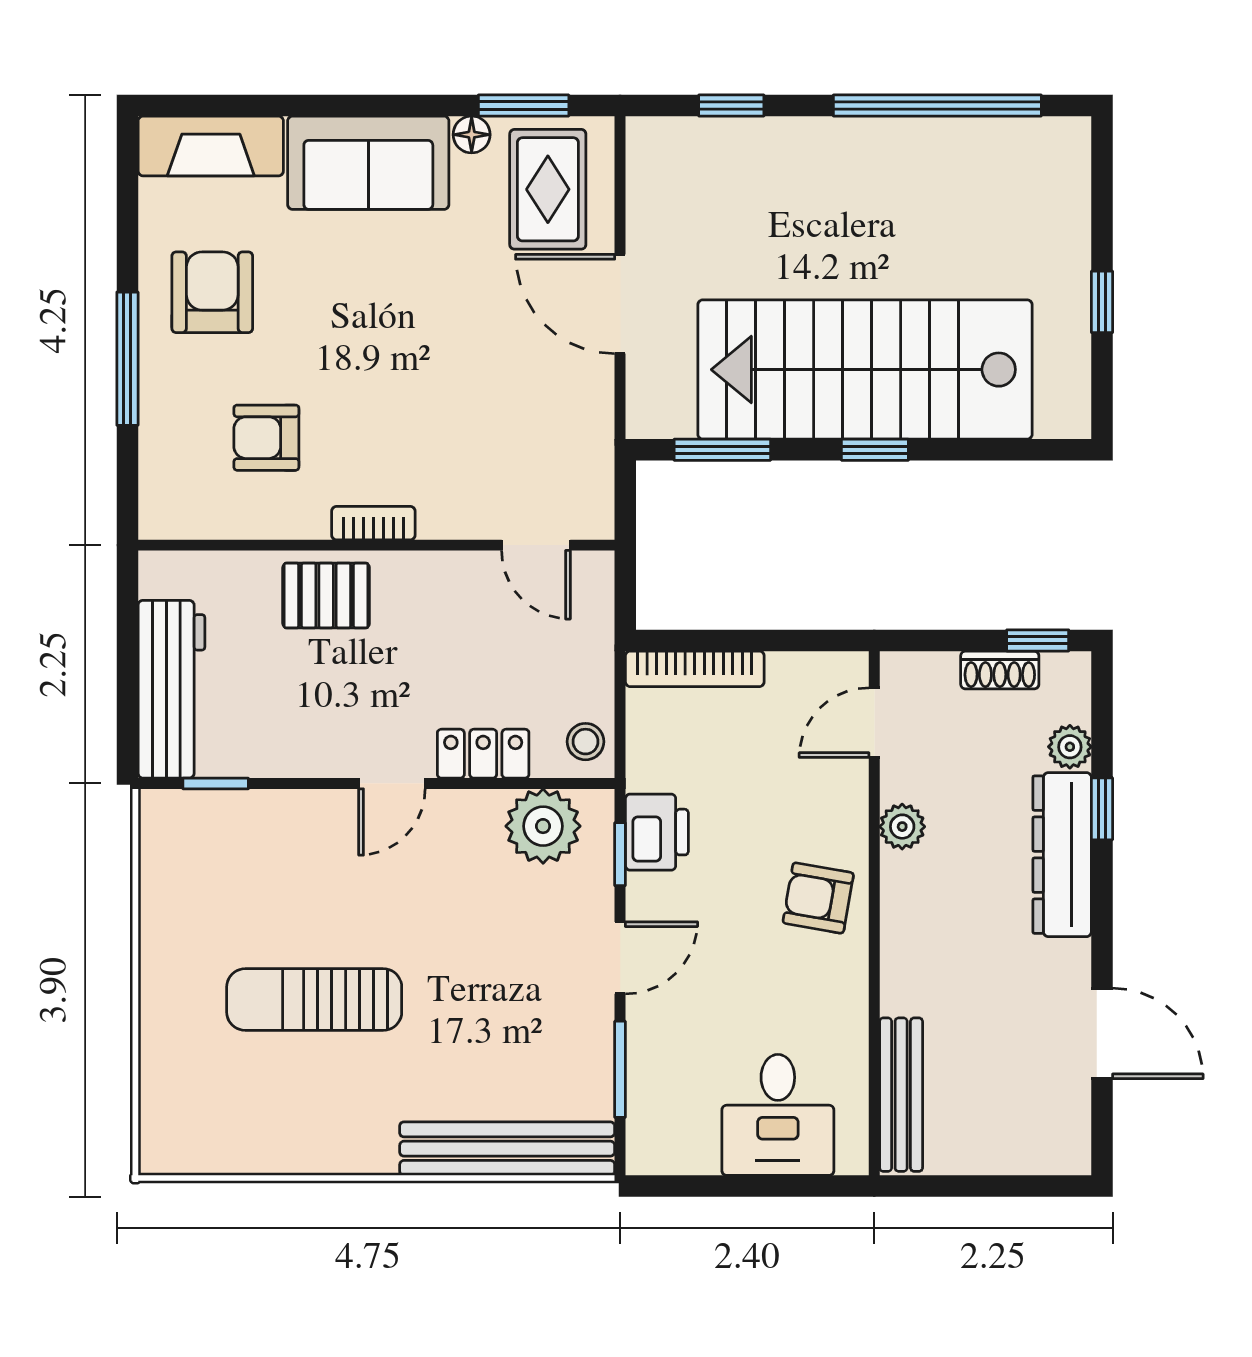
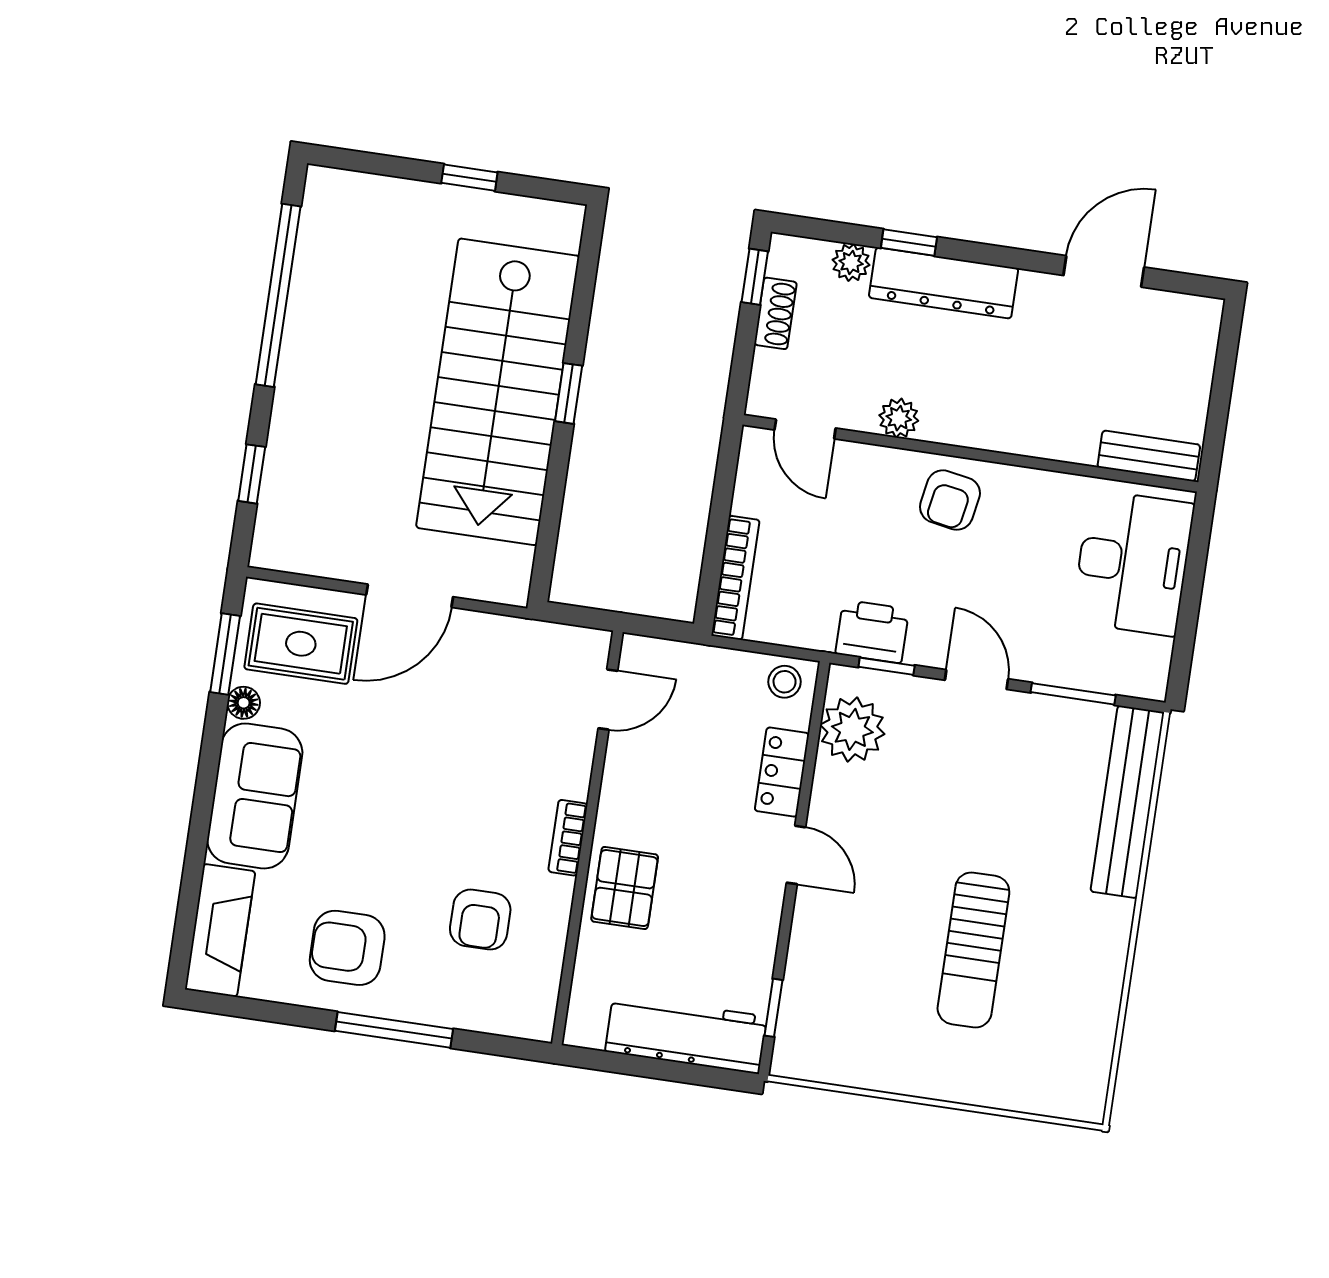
window: (722, 450) -> (549, 526), removed
bench: (901, 1095) -> (1149, 456), width x0.73
desk: (778, 1115) -> (1133, 563), width x1.37

